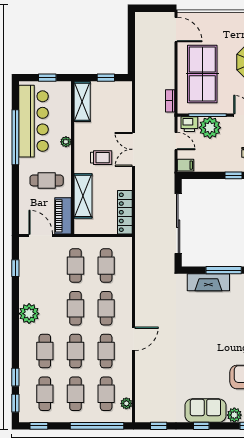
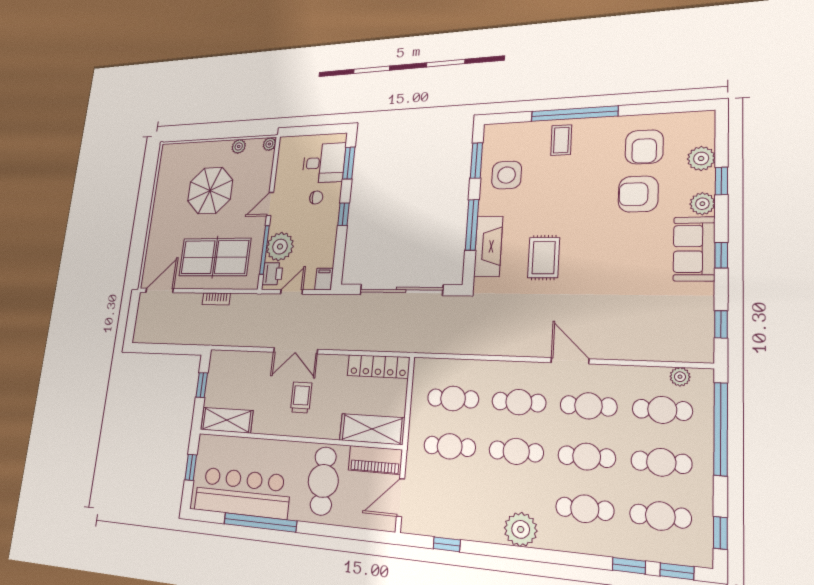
bookcase: (170, 101) -> (216, 299), moved
plant: (66, 142) -> (275, 447), removed
cafe table: (47, 180) -> (323, 481), width x1.37, depth x1.35
shelving: (83, 196) -> (372, 429), moved
rug: (200, 319) -> (544, 258), added

